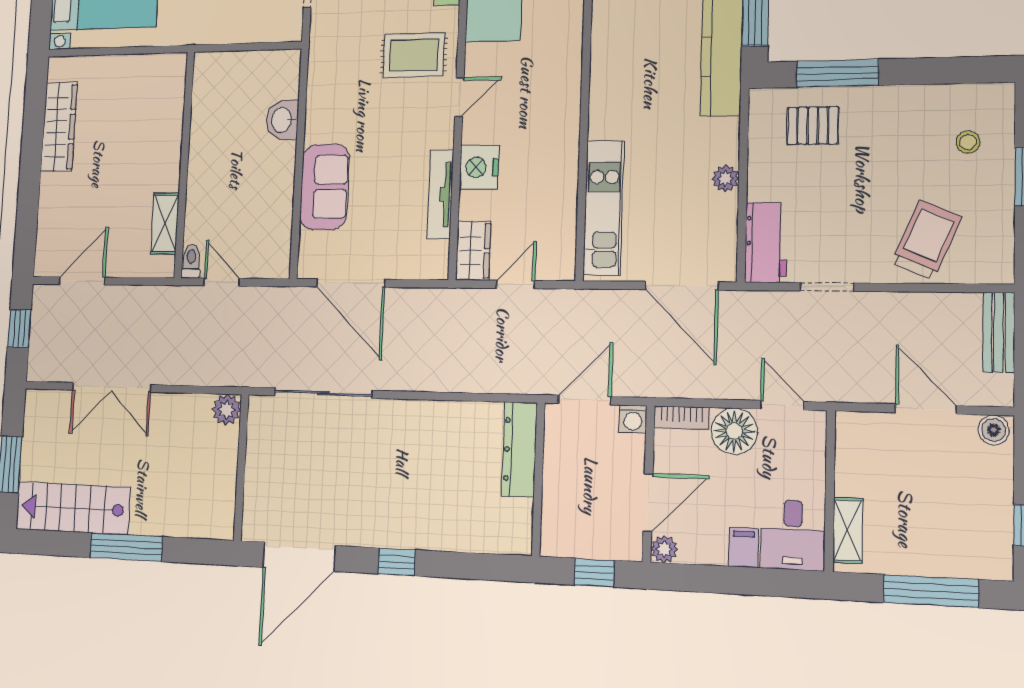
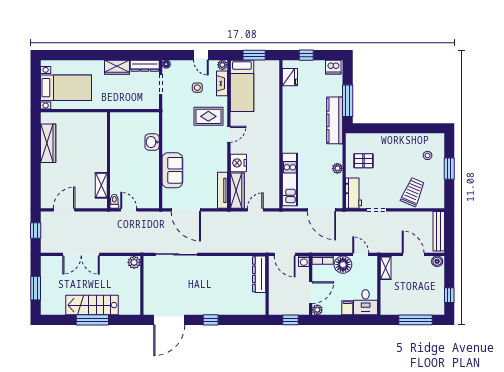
window: (837, 73) -> (379, 128), removed
pallet: (813, 126) -> (364, 161), moved
tv unit: (440, 194) -> (222, 190), moved
wardrobe: (473, 251) -> (237, 191), width x1.50
bench: (999, 332) -> (439, 231), width x1.36
door: (585, 400) -> (285, 254), swing flipped
stairs: (73, 508) -> (92, 305), moved
shelving: (848, 530) -> (386, 268), moved

